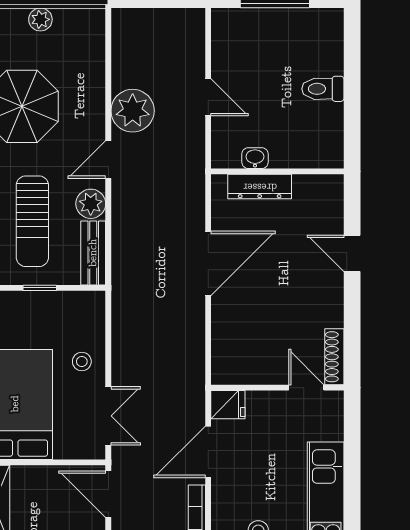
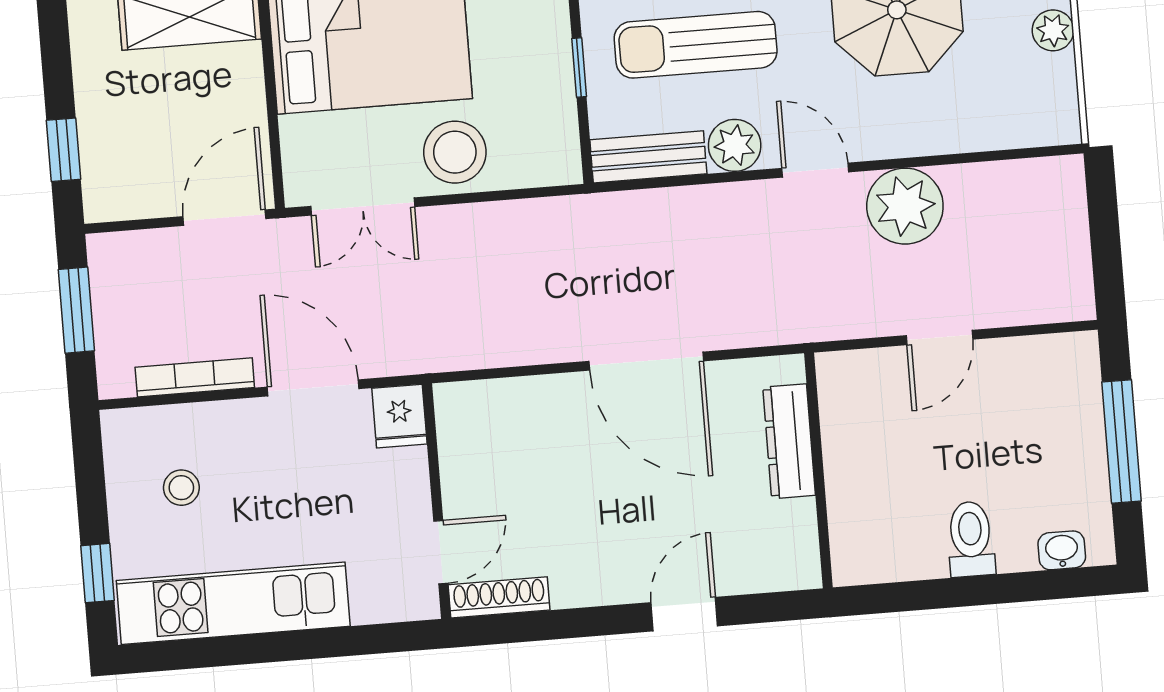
washbasin: (255, 158) -> (1062, 550), moved, turned -90
stool: (82, 361) -> (455, 152), width x1.89, depth x1.89

